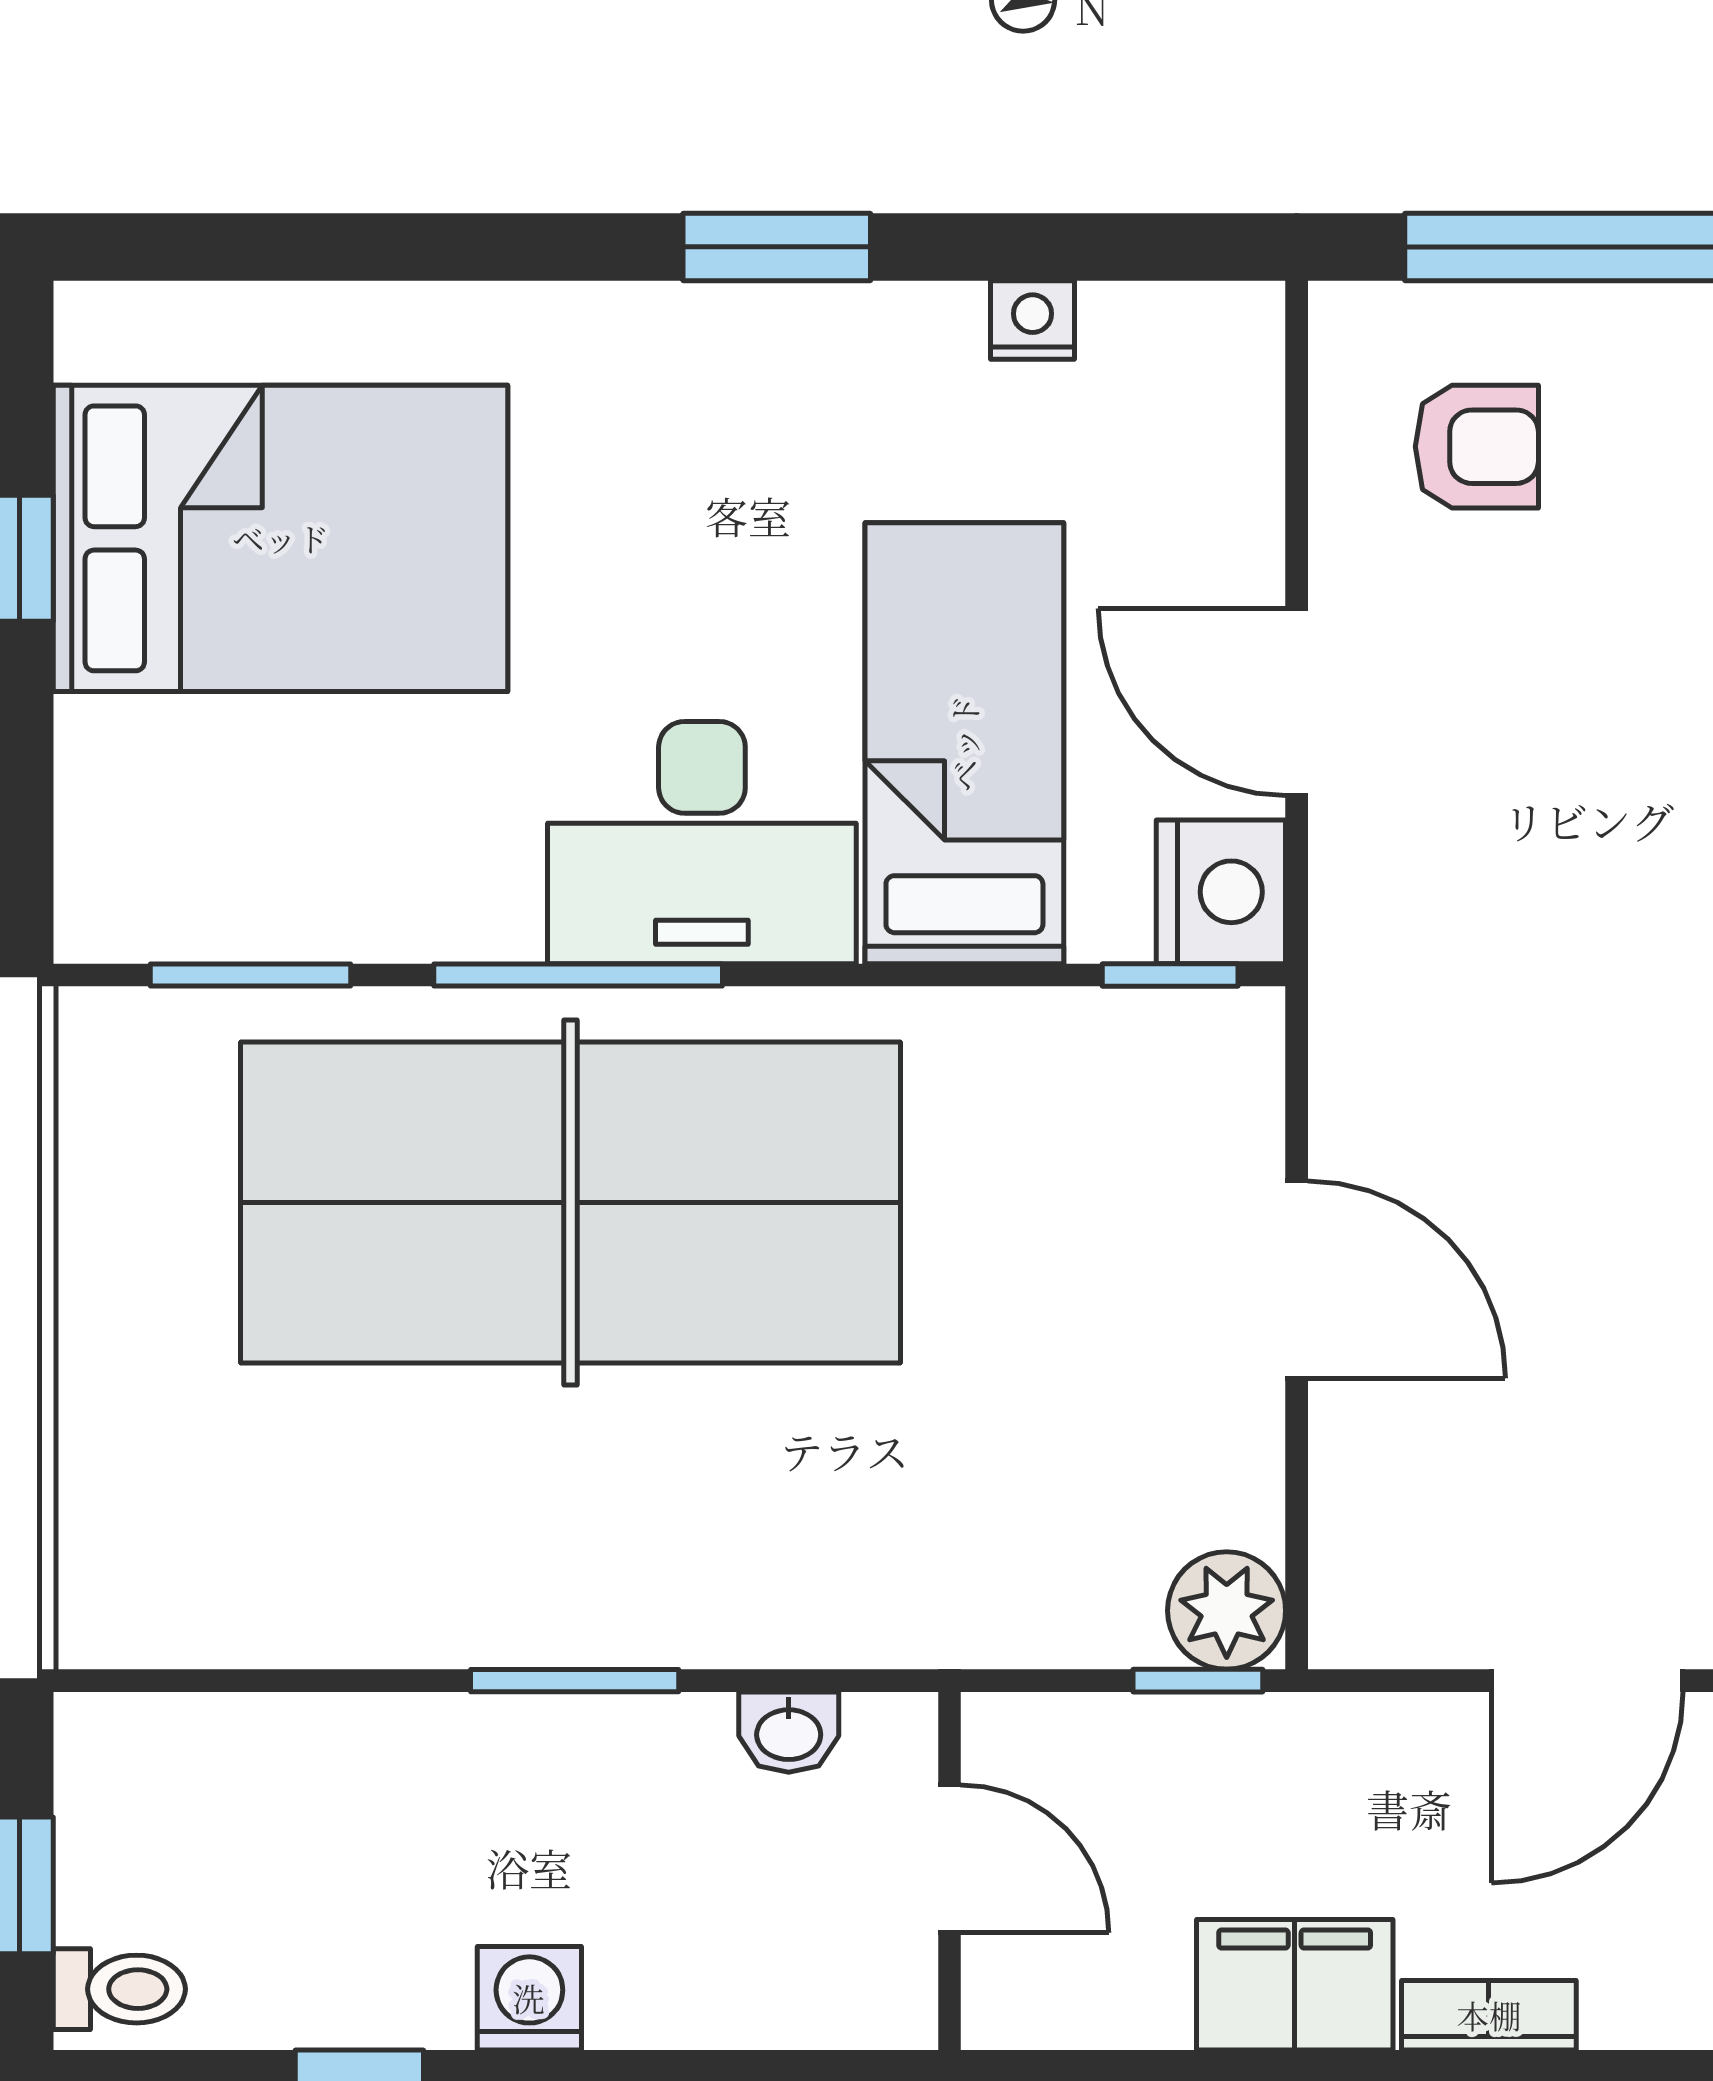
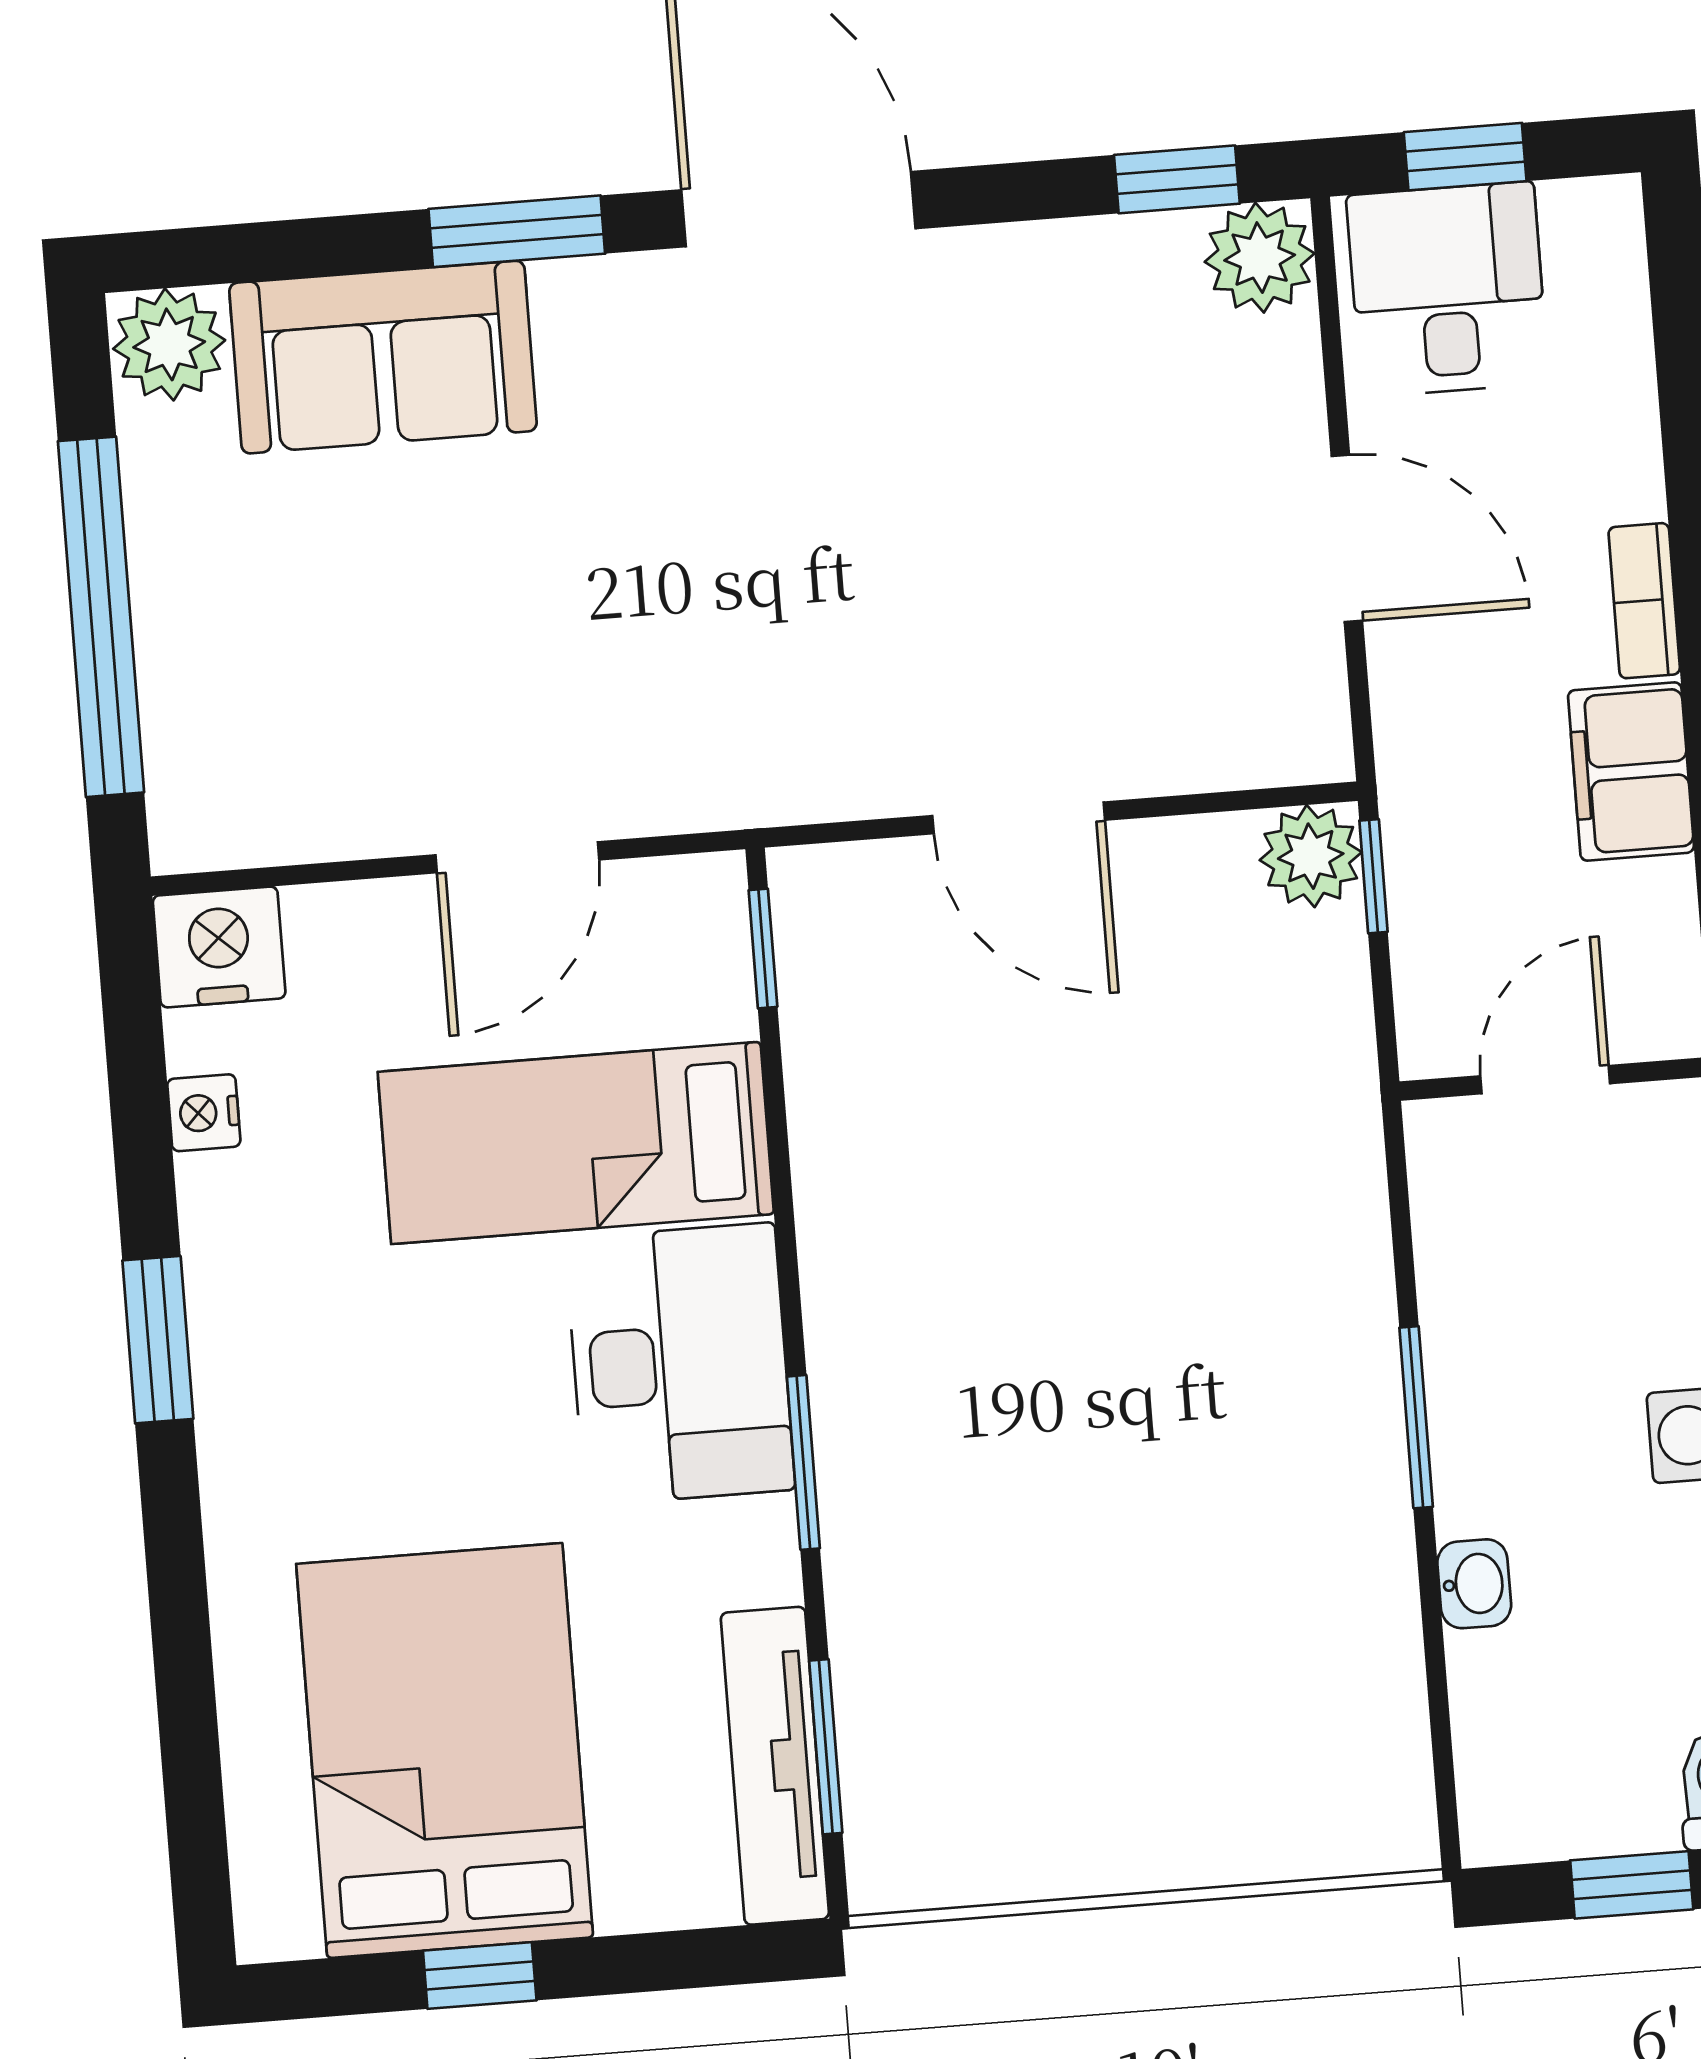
armchair: (1477, 447) -> (283, 718), removed
nightstand: (1221, 892) -> (219, 947), moved
tv unit: (233, 915) -> (775, 1766), added
window: (578, 975) -> (803, 1462), width x0.69
table tennis table: (570, 1202) -> (1001, 1454), removed
door: (1297, 1280) -> (1019, 818), swing flipped
washbasin: (789, 1732) -> (1474, 1584), moved

